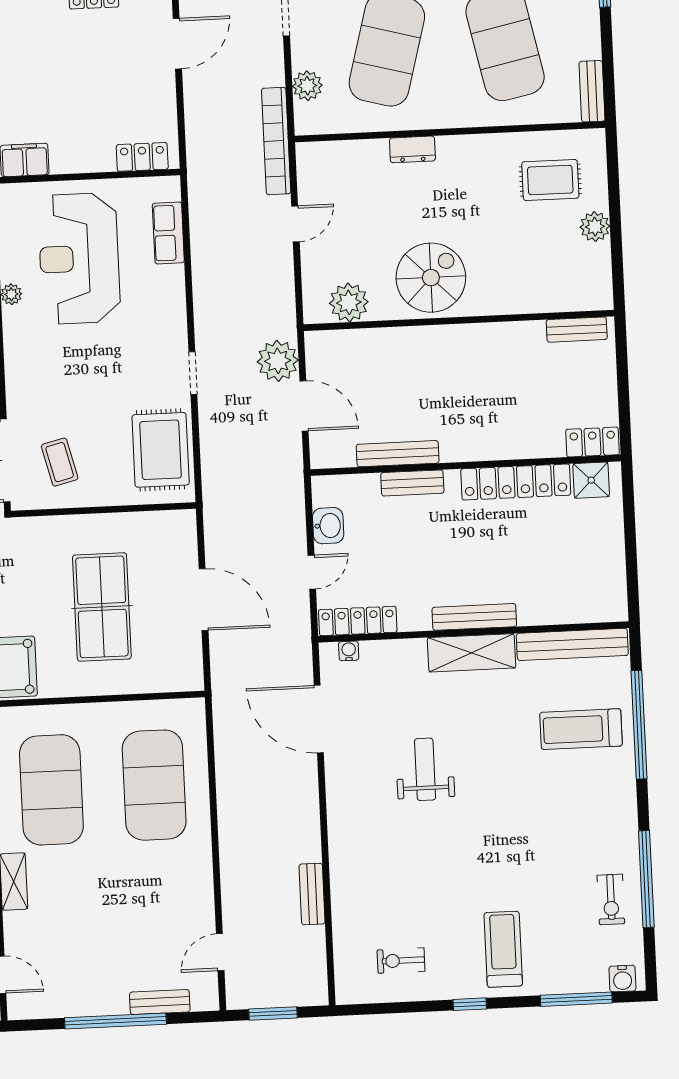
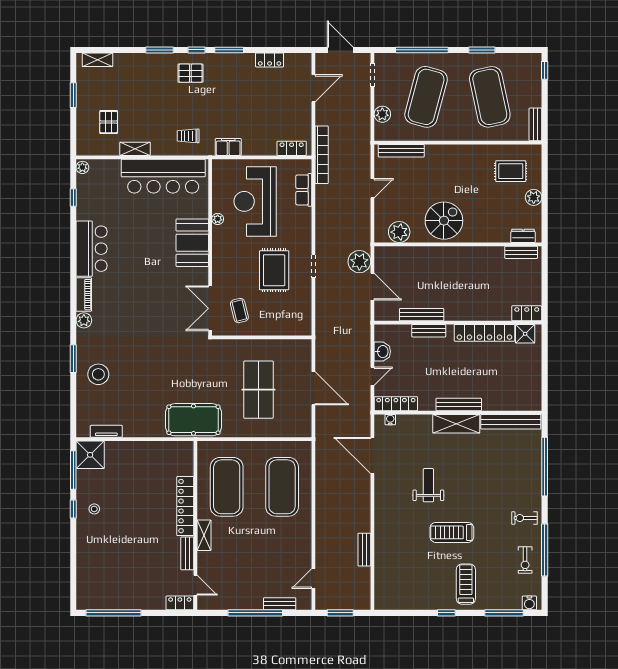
bookcase: (276, 141) -> (322, 155), moved, turned 180
dresser: (412, 149) -> (523, 236), moved, turned 180
bench: (345, 152) -> (401, 151), added
rug: (161, 450) -> (274, 270), moved
treadmill: (581, 729) -> (452, 532), moved
exercise bike: (401, 961) -> (524, 518), moved

